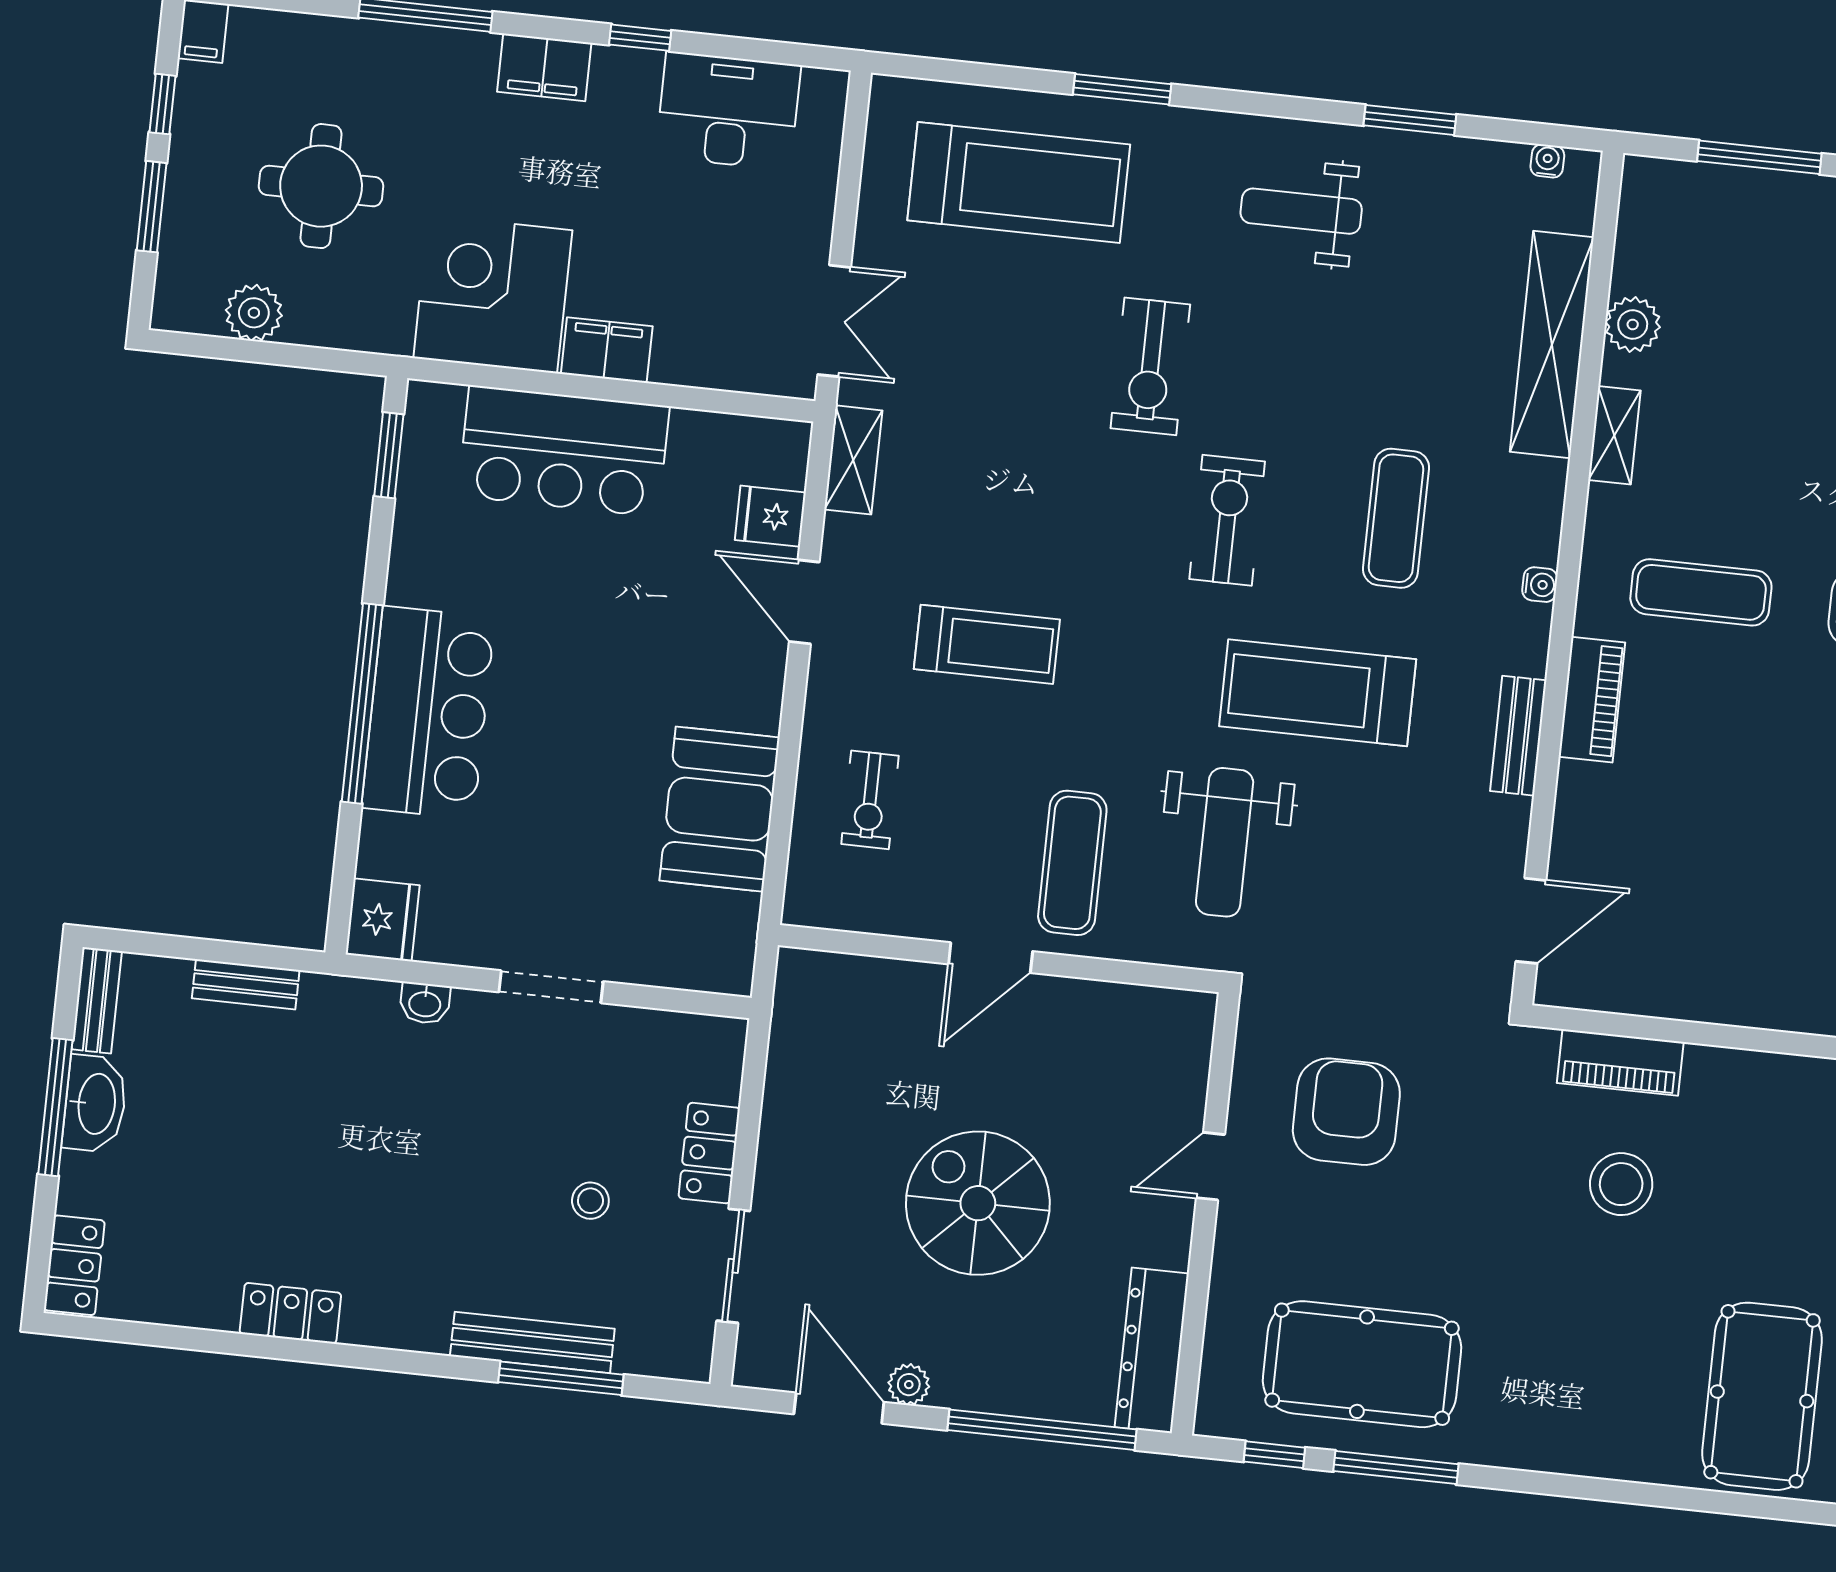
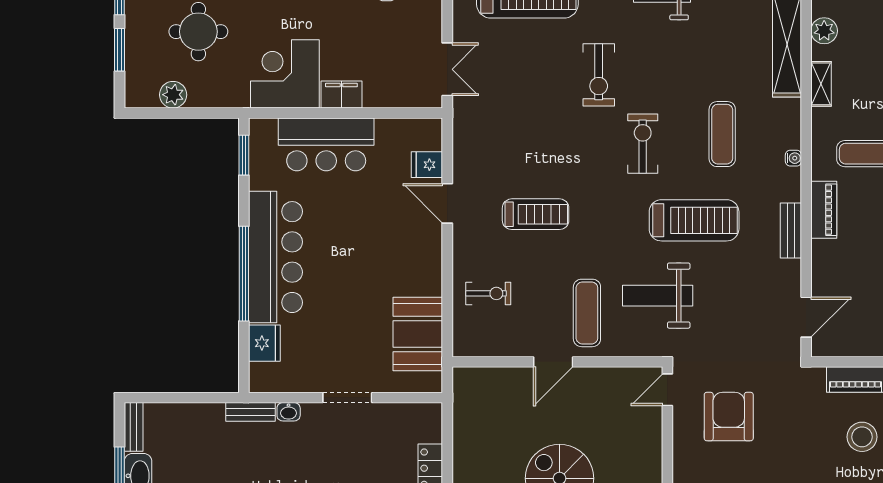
shelving: (853, 460) -> (463, 134), removed
treadmill: (1318, 693) -> (694, 220), turned 180
bar counter: (428, 713) -> (276, 257), width x1.36
exercise bike: (870, 800) -> (488, 293), turned -90
booth: (720, 809) -> (418, 334), moved
weight bench: (1225, 842) -> (658, 296), turned 90
fridge: (383, 920) -> (264, 343), moved
bench: (246, 984) -> (250, 412), moved
door: (1211, 1166) -> (667, 390), moved

